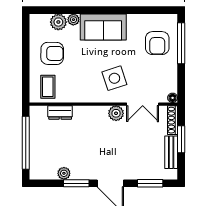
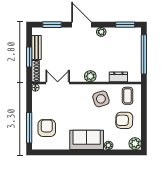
plant: (58, 22) -> (135, 144), moved
side table: (114, 78) -> (101, 99), moved
plant: (116, 113) -> (90, 76), moved
plant: (64, 173) -> (101, 32), moved
window: (76, 183) -> (125, 25), moved

